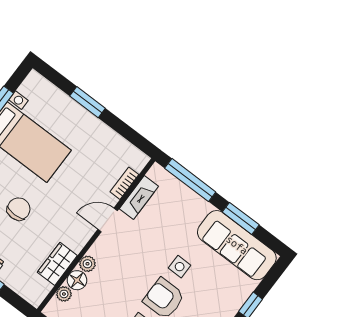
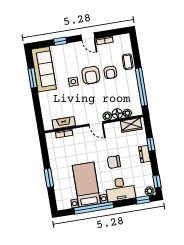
window: (190, 180) -> (38, 111), removed
door: (108, 220) -> (96, 124), moved
wardrobe: (57, 264) -> (131, 125), moved

